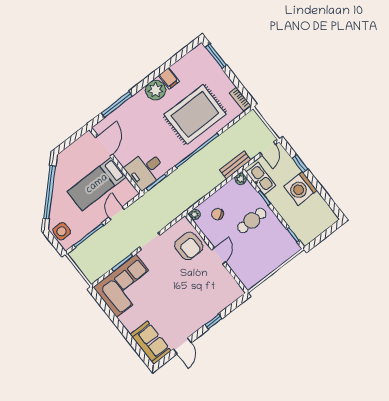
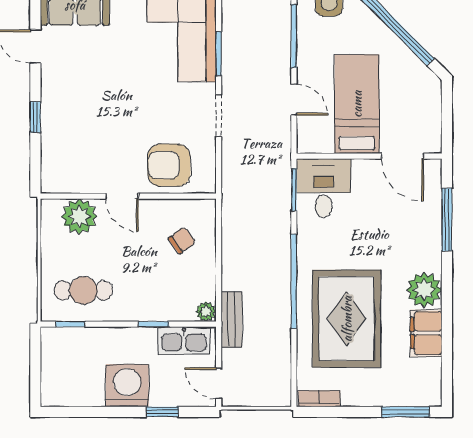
filing cabinet: (169, 78) -> (426, 333), width x2.00
plant: (195, 214) -> (79, 216), moved, width x1.88, depth x1.88
cafe table: (252, 221) -> (83, 290), moved, turned 90

